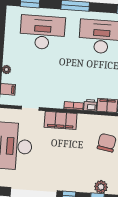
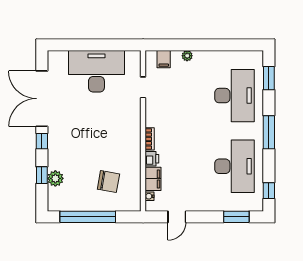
filing cabinet: (61, 120) -> (131, 125), removed

